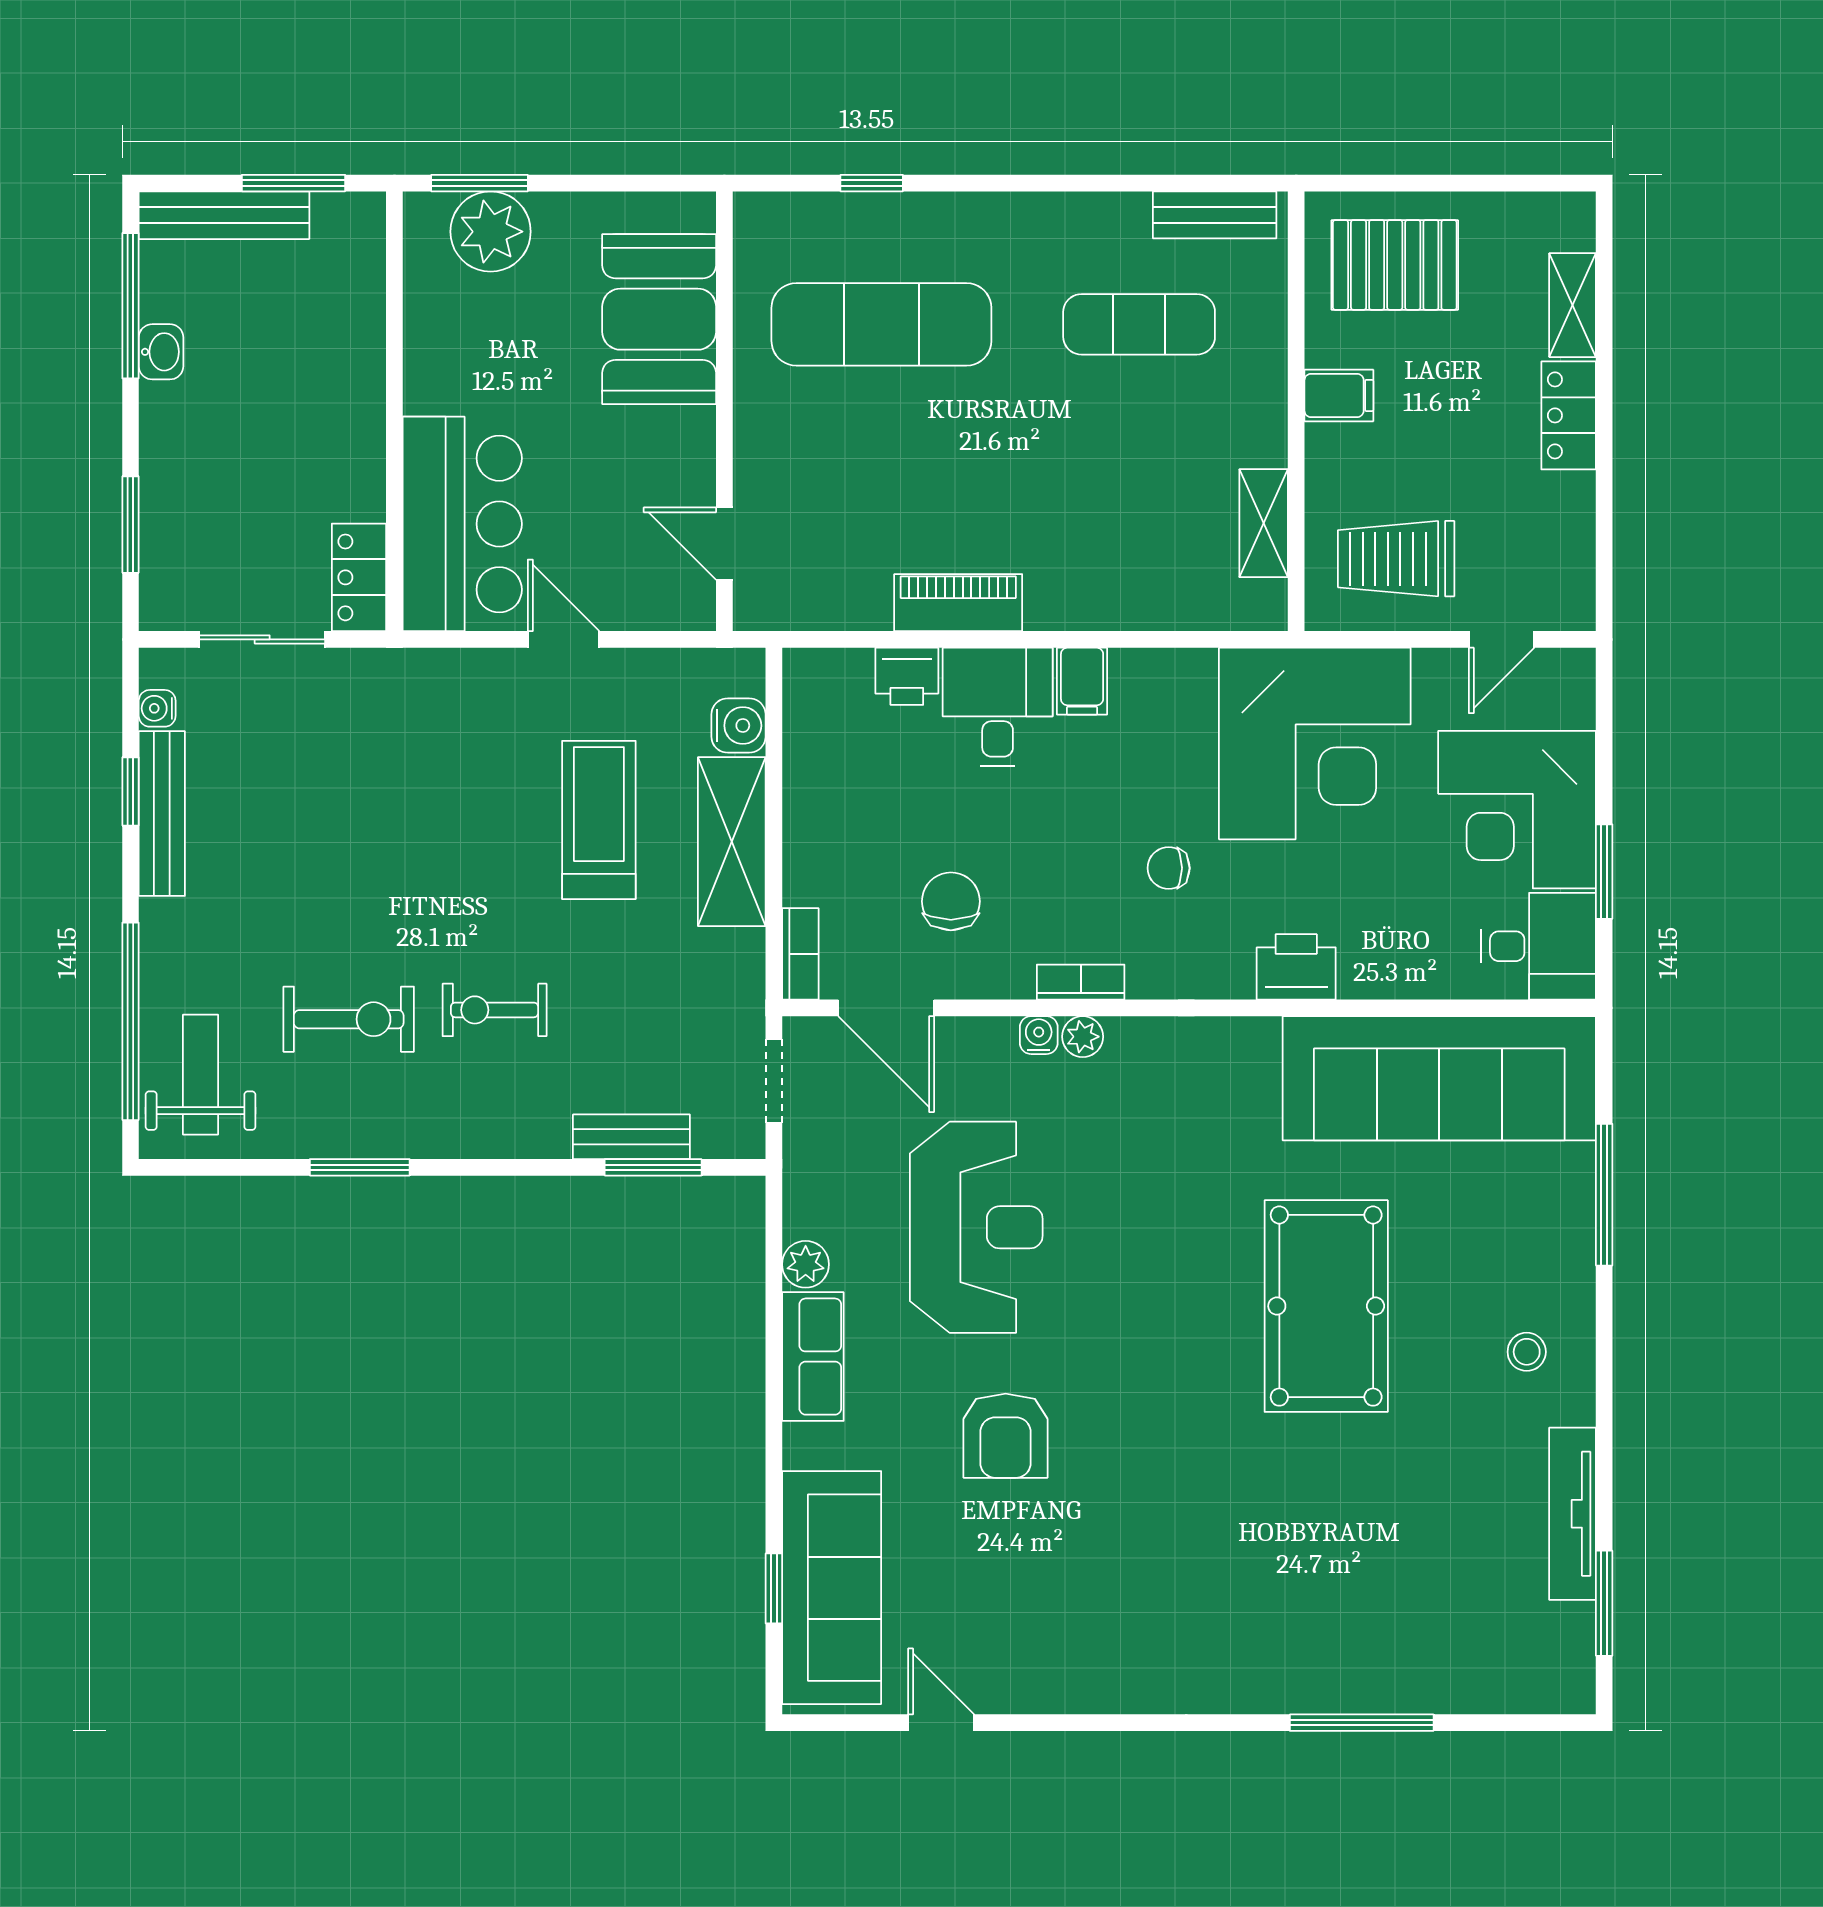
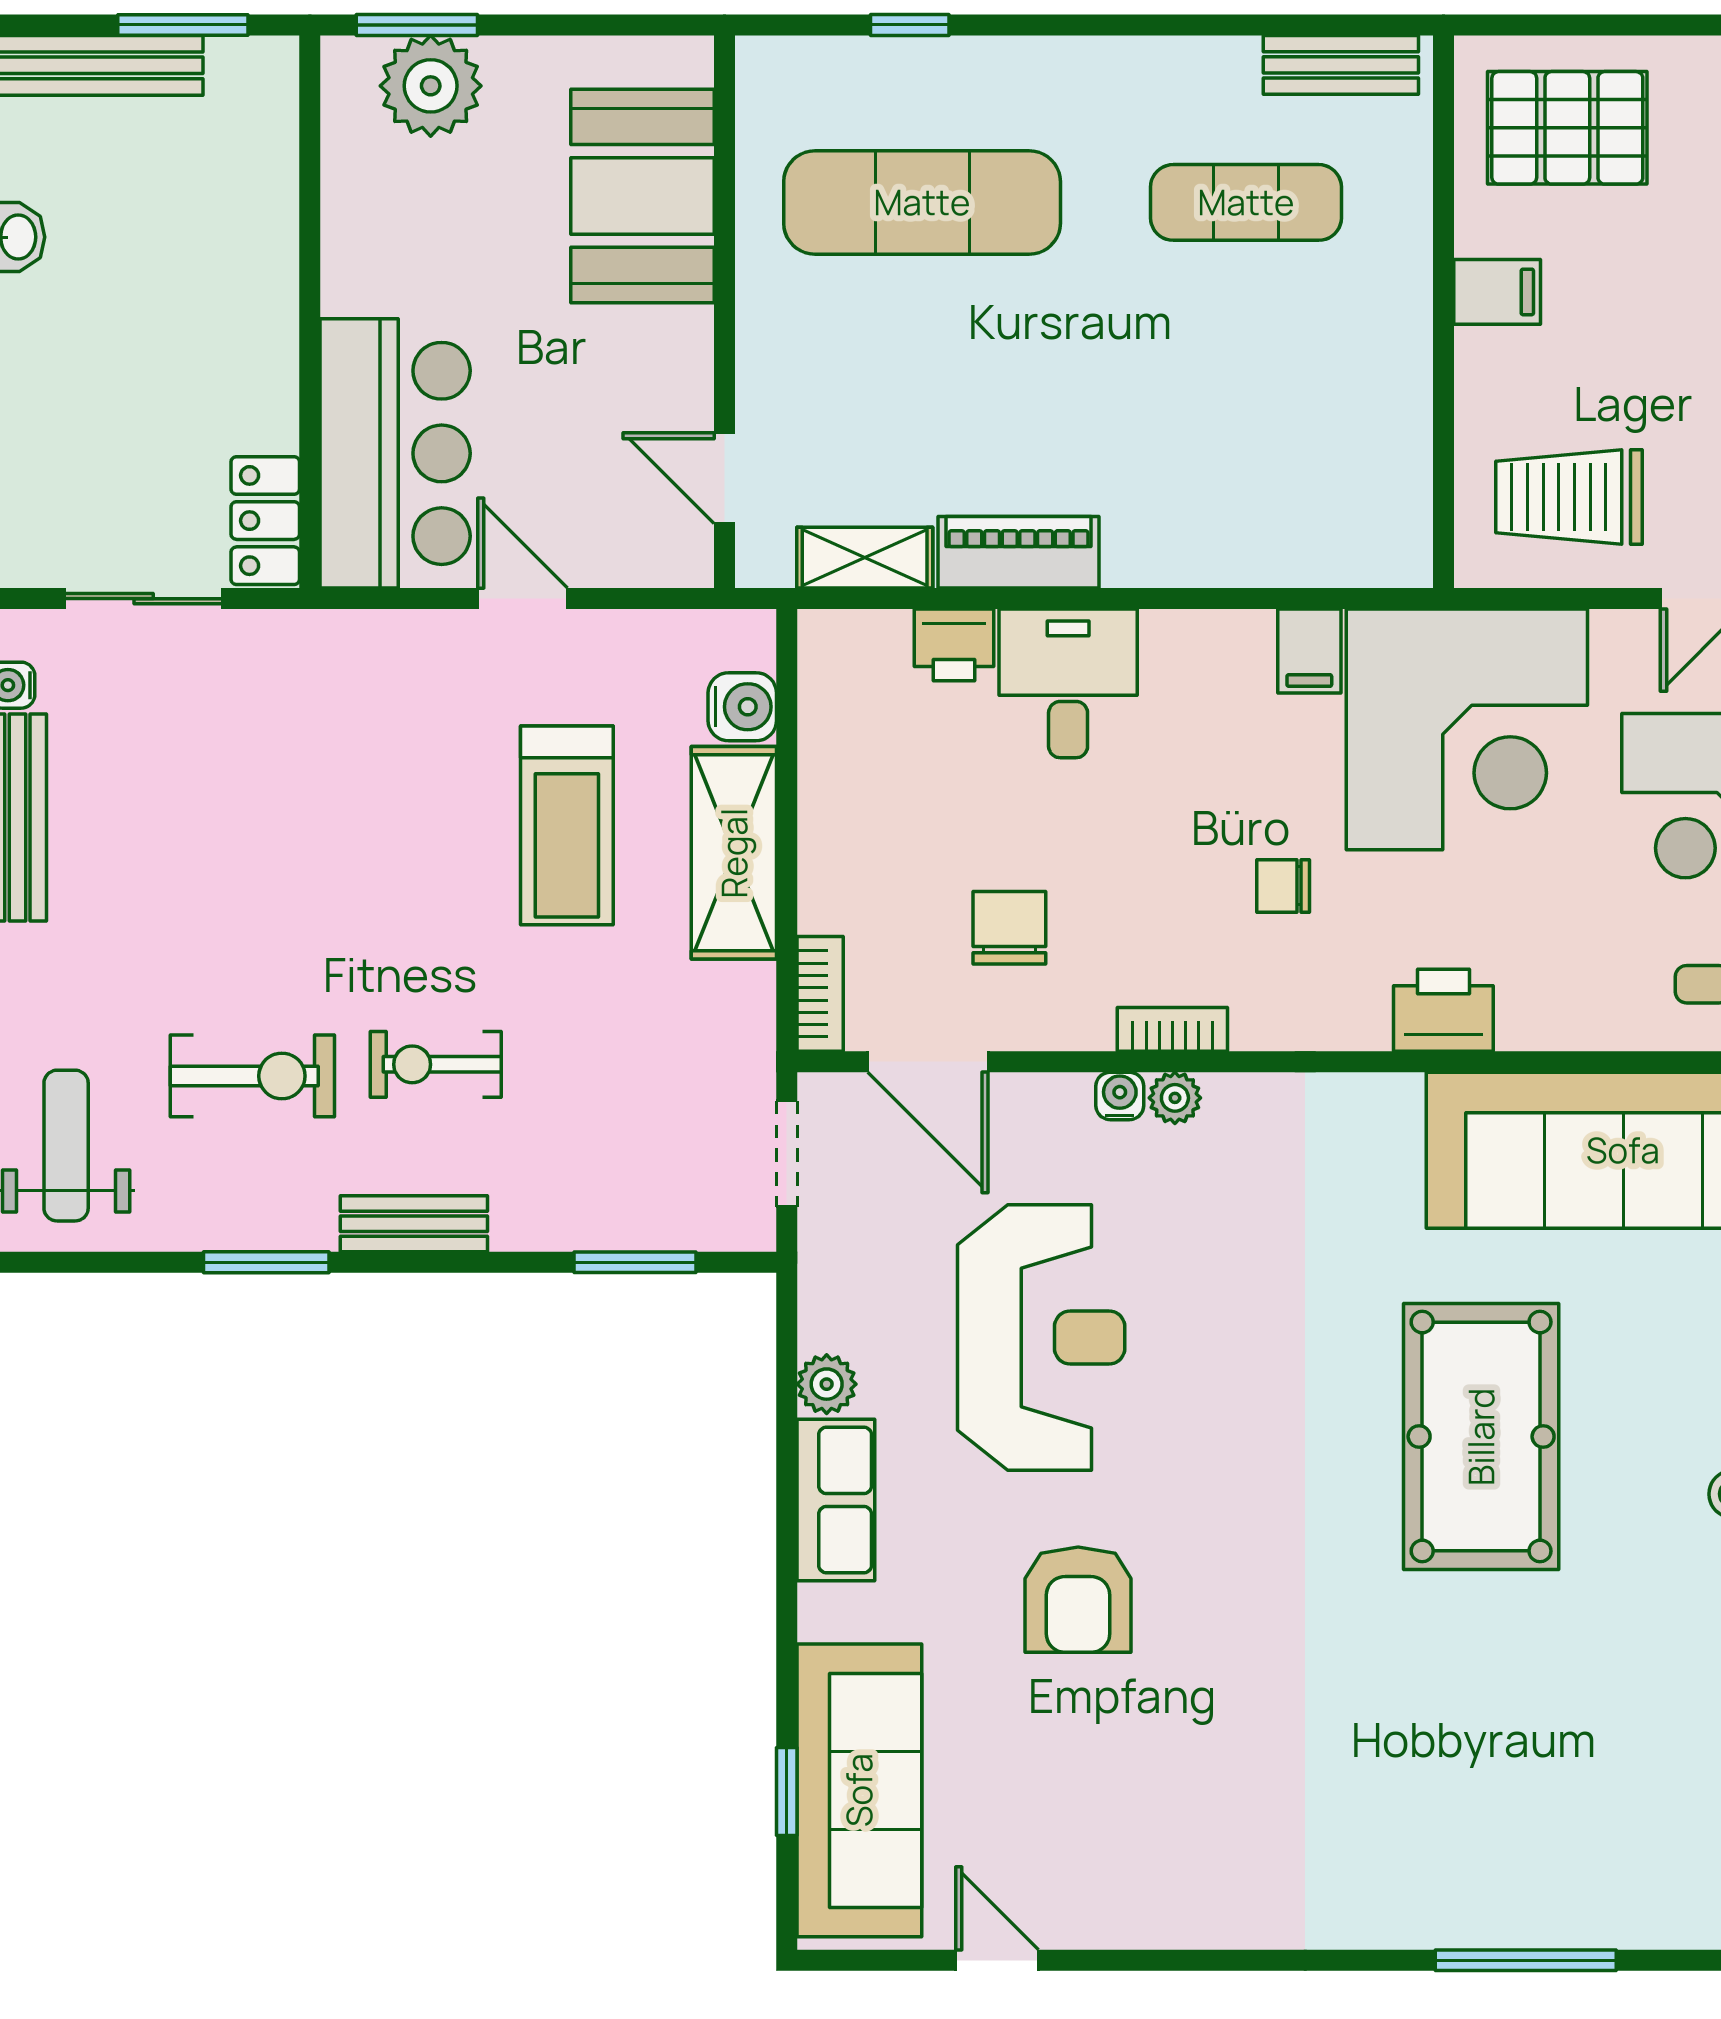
shelving: (1264, 523) -> (865, 558), moved, turned 90
filing cabinet: (1082, 681) -> (1309, 651), moved
treadmill: (599, 820) -> (567, 825), turned 180
bench: (631, 1137) -> (414, 1224), moved

